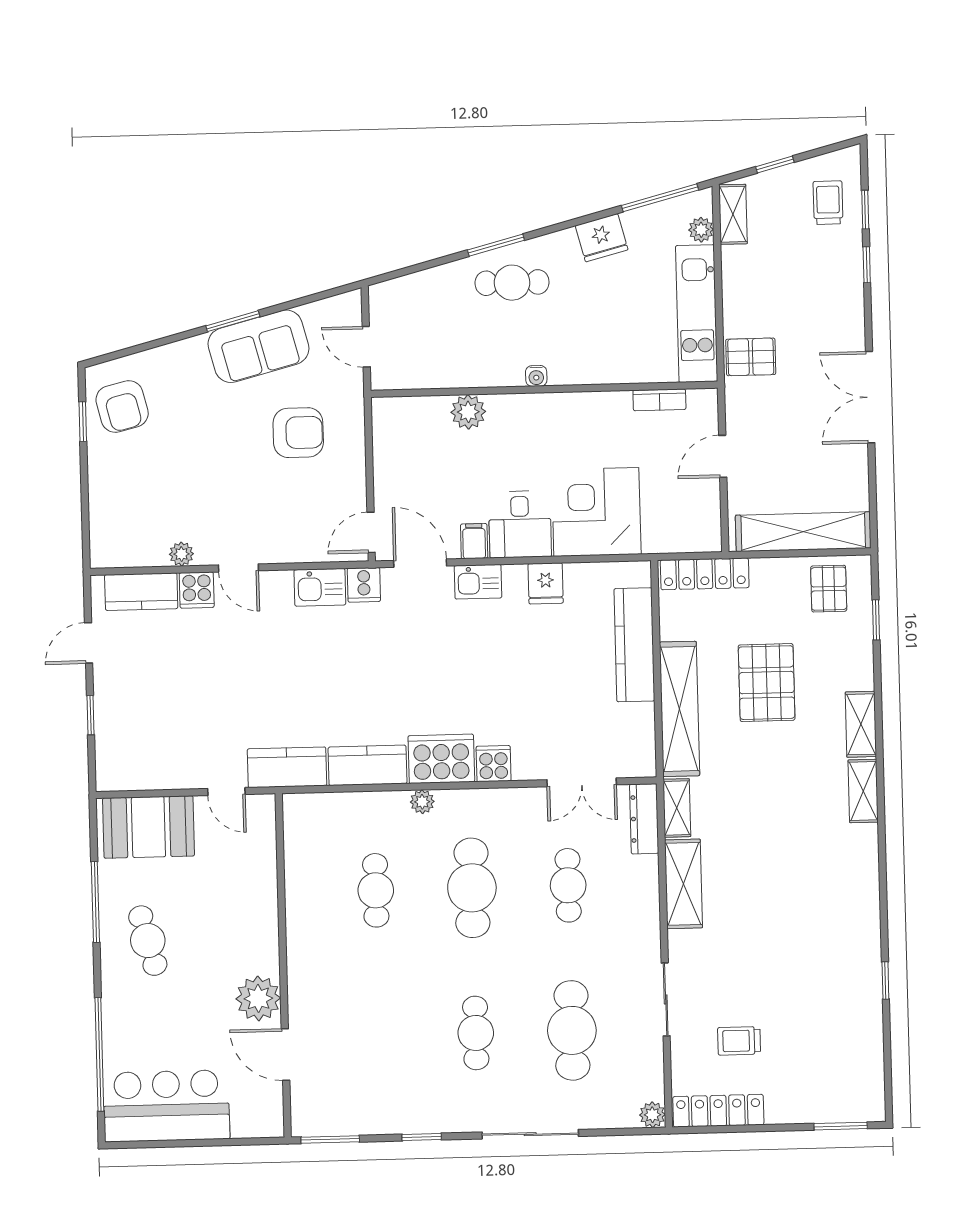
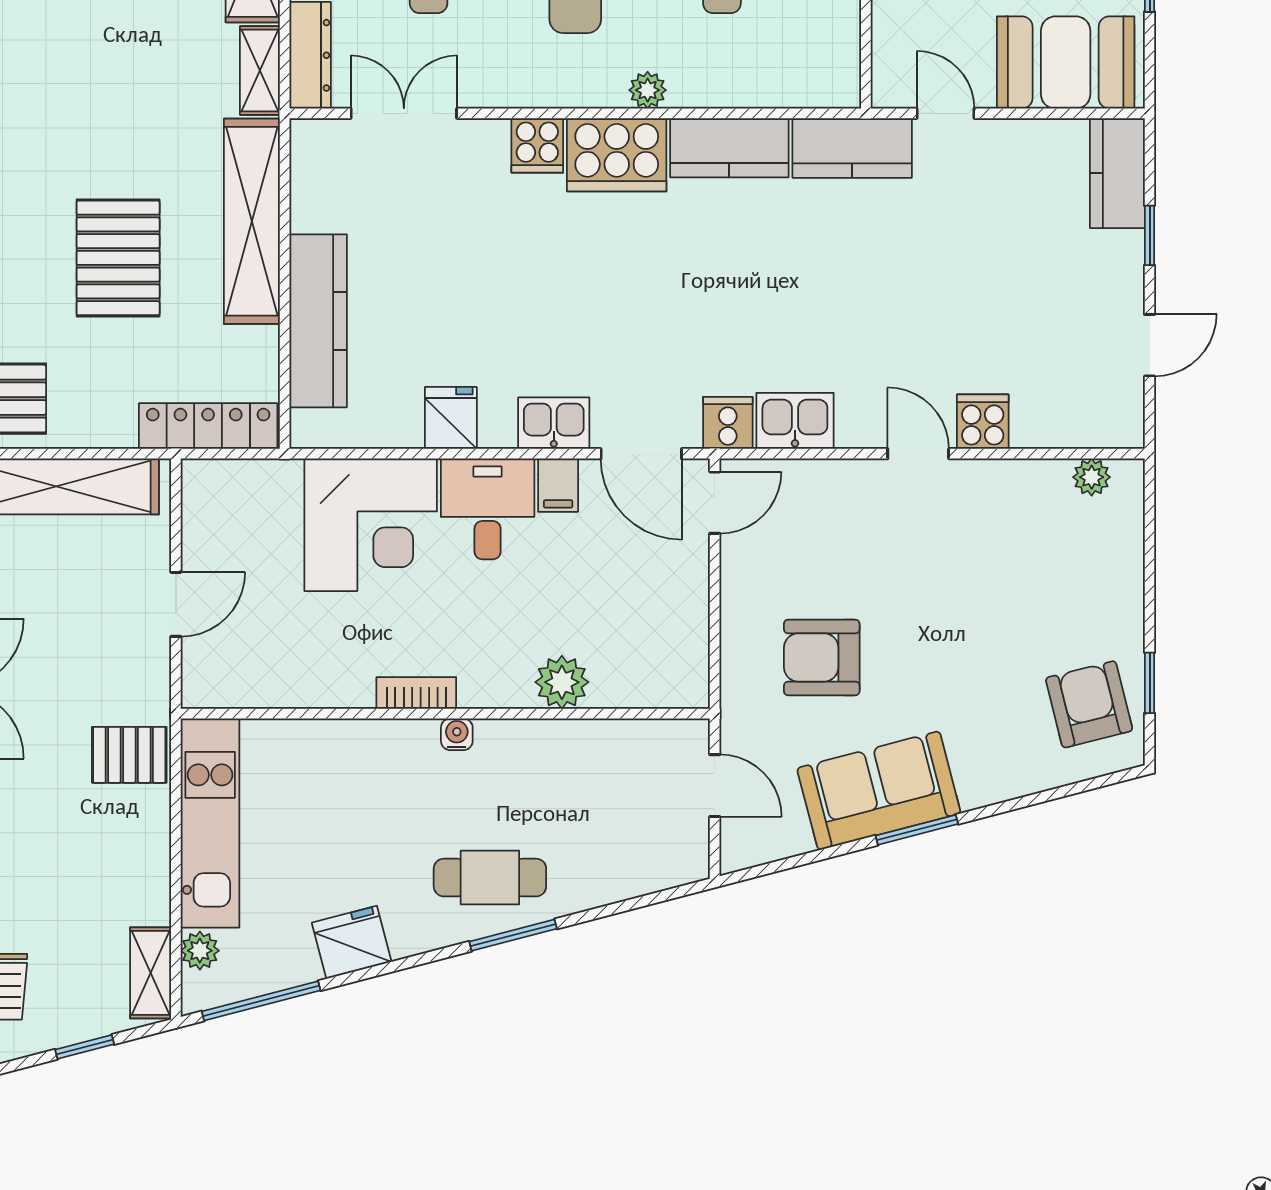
bookcase: (659, 400) -> (416, 693), moved
plant: (181, 554) -> (1092, 477), moved
kitchen counter: (141, 592) -> (1117, 173), moved, turned -90

